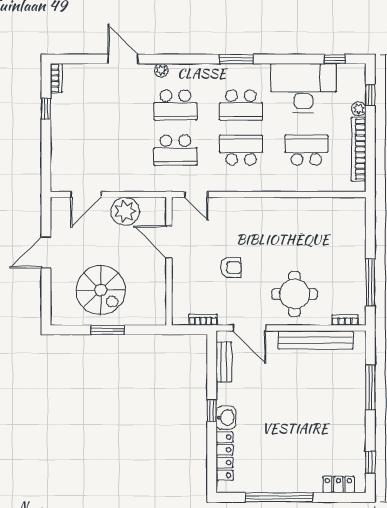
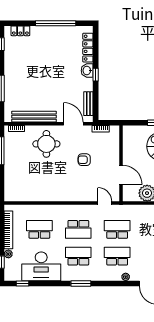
school desk: (306, 150) -> (39, 229), turned 180

